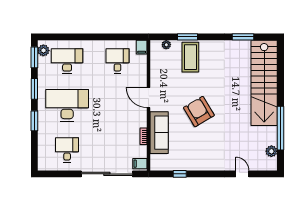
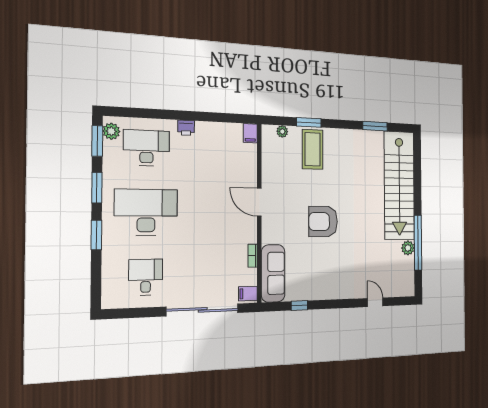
printer: (95, 46) -> (186, 128), added
desk: (117, 61) -> (218, 151), removed
armchair: (199, 112) -> (323, 222), turned -59
sofa: (159, 133) -> (273, 273), moved
plant: (271, 151) -> (408, 248), moved

